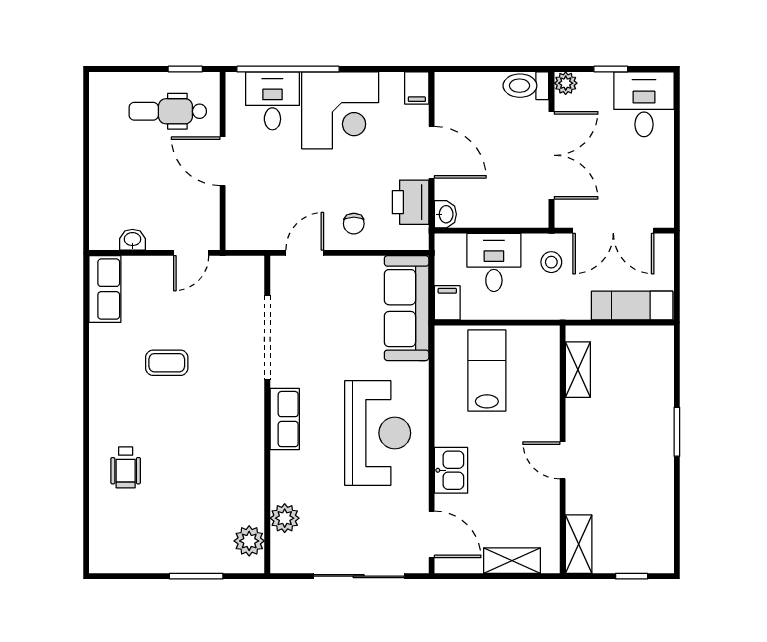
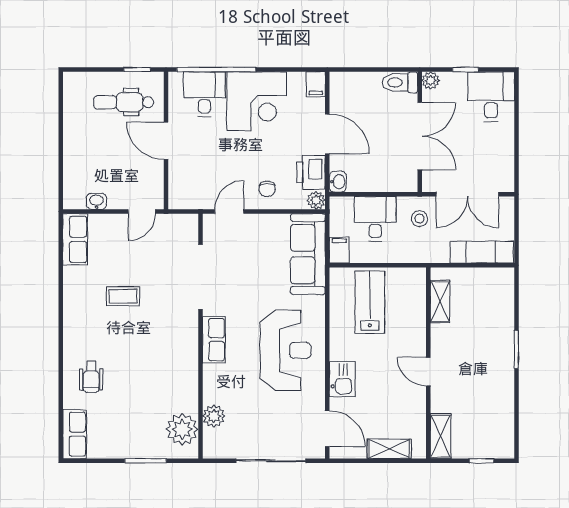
plant: (417, 238) -> (316, 200), added
row of seats: (104, 541) -> (75, 434), added
plant: (249, 541) -> (182, 429), width x1.36, depth x1.36

